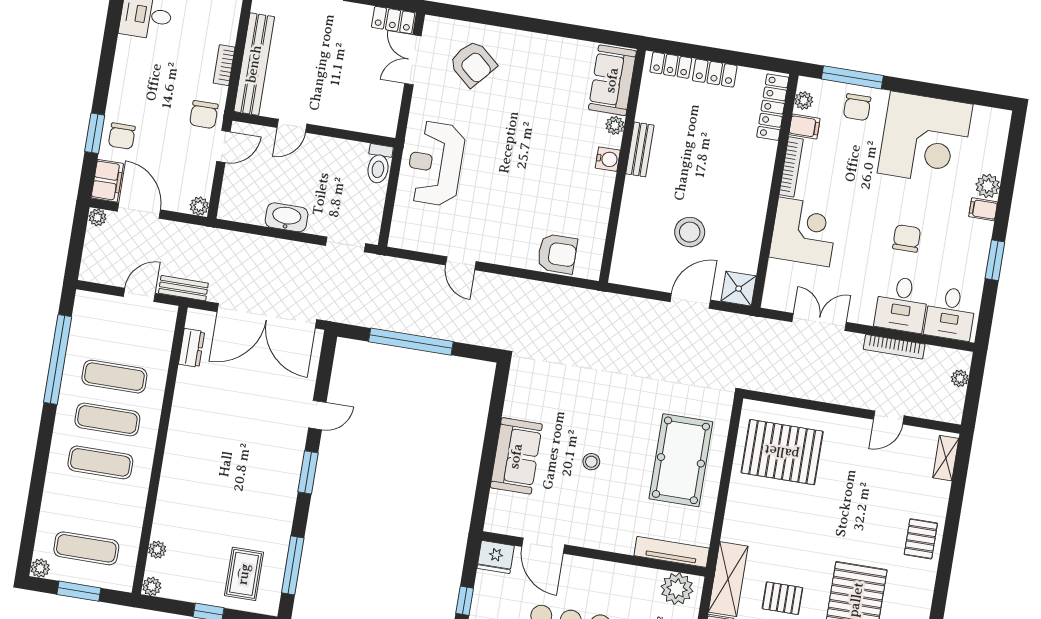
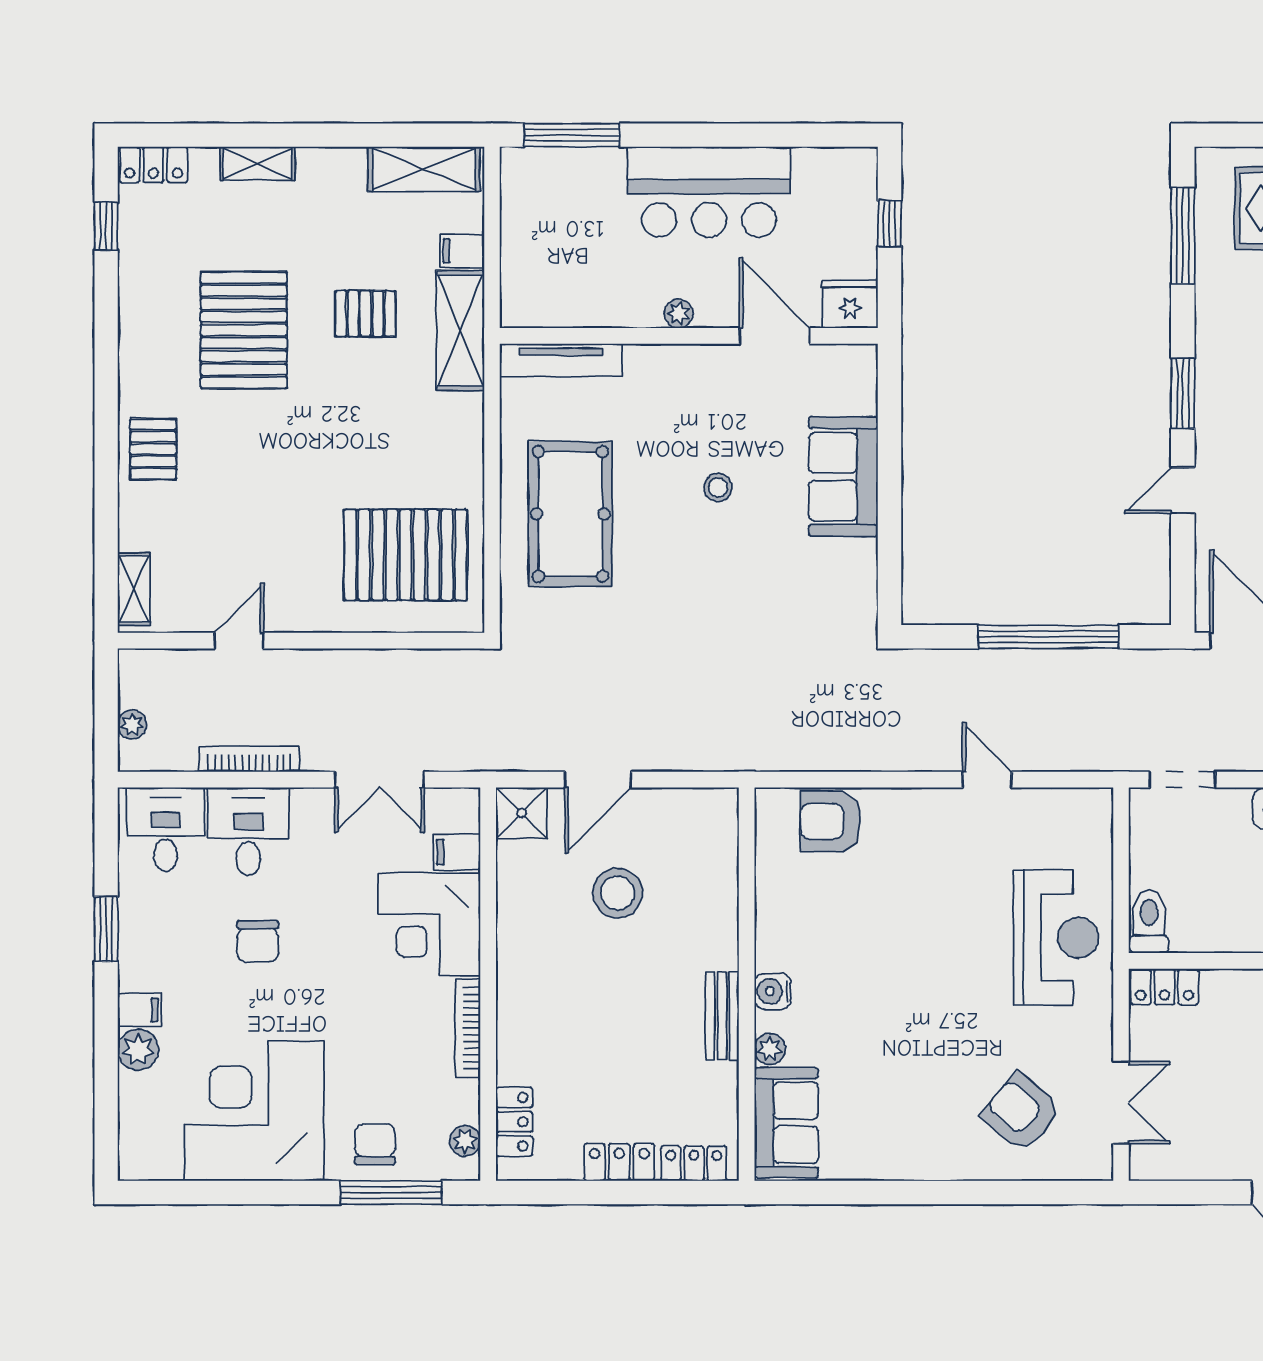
locker: (393, 20) -> (1165, 987), moved, turned 180
locker: (773, 107) -> (514, 1122), width x0.66
filing cabinet: (804, 127) -> (457, 852), moved
plant: (677, 589) -> (679, 314), moved, width x0.53, depth x0.53

